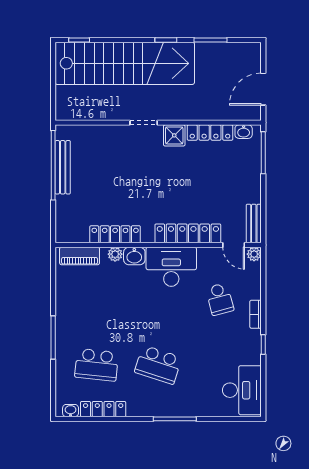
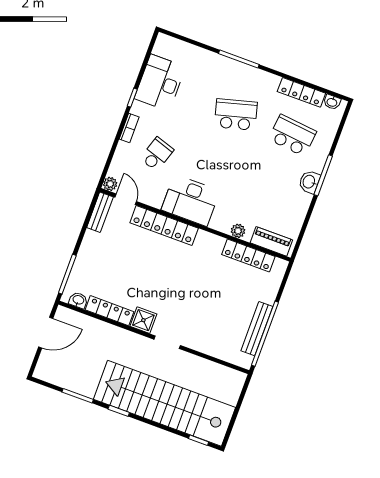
locker: (115, 234) -> (248, 256), moved
washbasin: (134, 256) -> (309, 182), moved, turned -90
school desk: (220, 299) -> (157, 154), turned 33
school desk: (158, 365) -> (236, 115), turned -33
desk: (242, 390) -> (160, 83), moved

